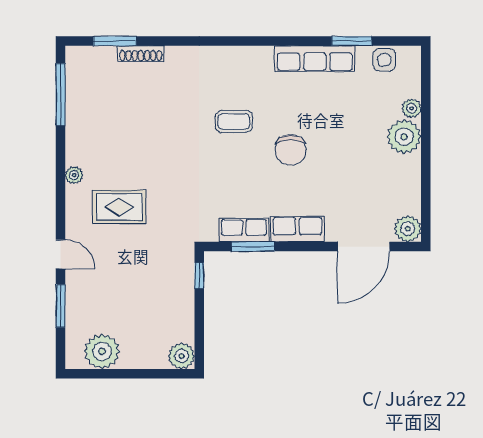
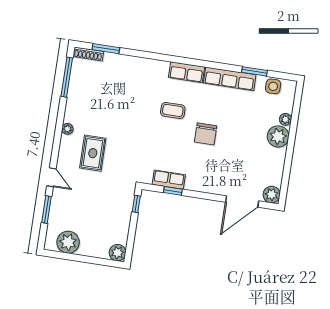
shoe rack: (141, 53) -> (88, 54), moved
rug: (119, 207) -> (93, 153), turned 90
row of seats: (297, 229) -> (187, 72), moved, turned 180
window: (253, 247) -> (173, 191), width x0.67

